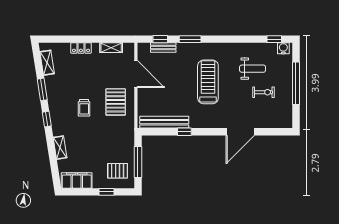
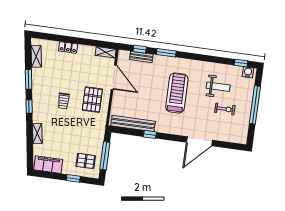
shelving: (111, 48) -> (106, 52), moved

